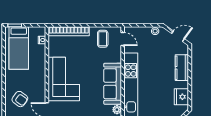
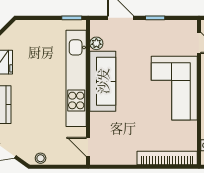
coffee table: (103, 39) -> (117, 147), removed

